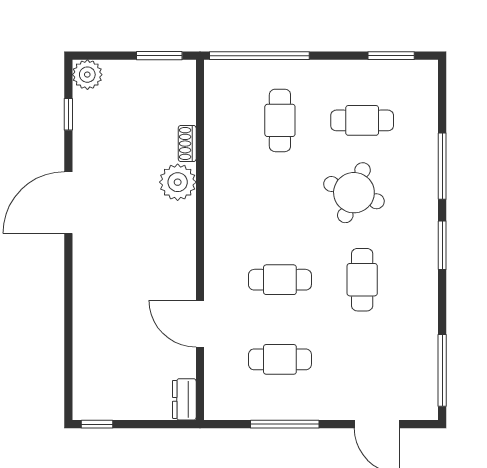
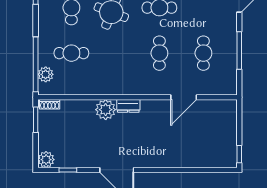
plant: (241, 74) -> (46, 74), added
shoe rack: (187, 144) -> (50, 104), moved
dresser: (184, 399) -> (128, 106), moved

